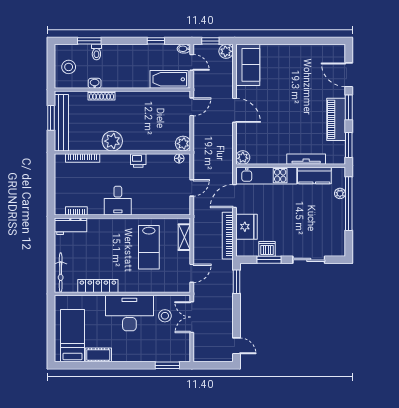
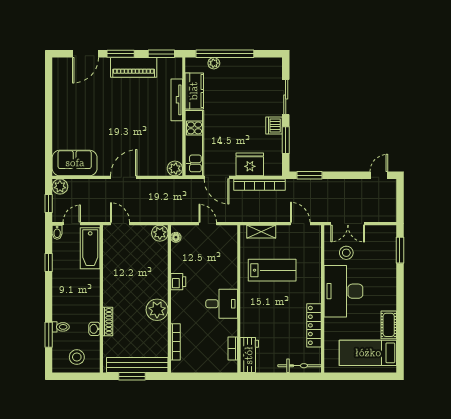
dishwasher: (267, 249) -> (274, 126), moved

